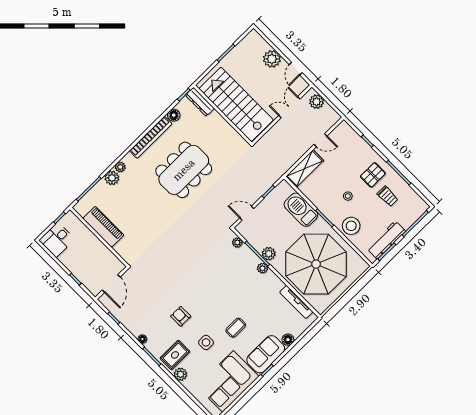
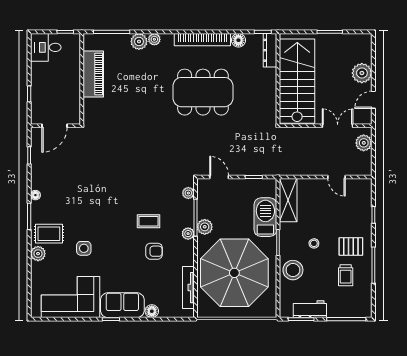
shelving: (305, 168) -> (288, 200), moved, turned 90
workbench: (386, 240) -> (310, 309), width x0.73
armchair: (181, 316) -> (154, 251), moved, turned 90
coffee table: (236, 328) -> (148, 221), moved

